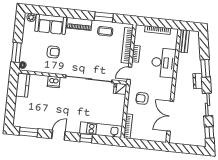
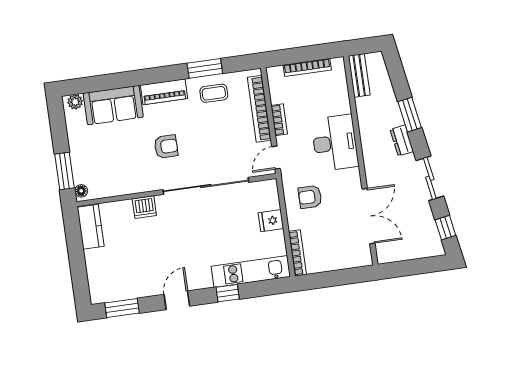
armchair: (53, 52) -> (166, 147), moved
desk: (163, 63) -> (335, 143), moved
fridge: (120, 89) -> (271, 221), moved
double door: (170, 116) -> (369, 216), swing flipped

